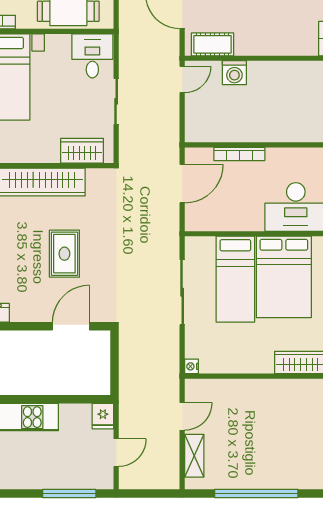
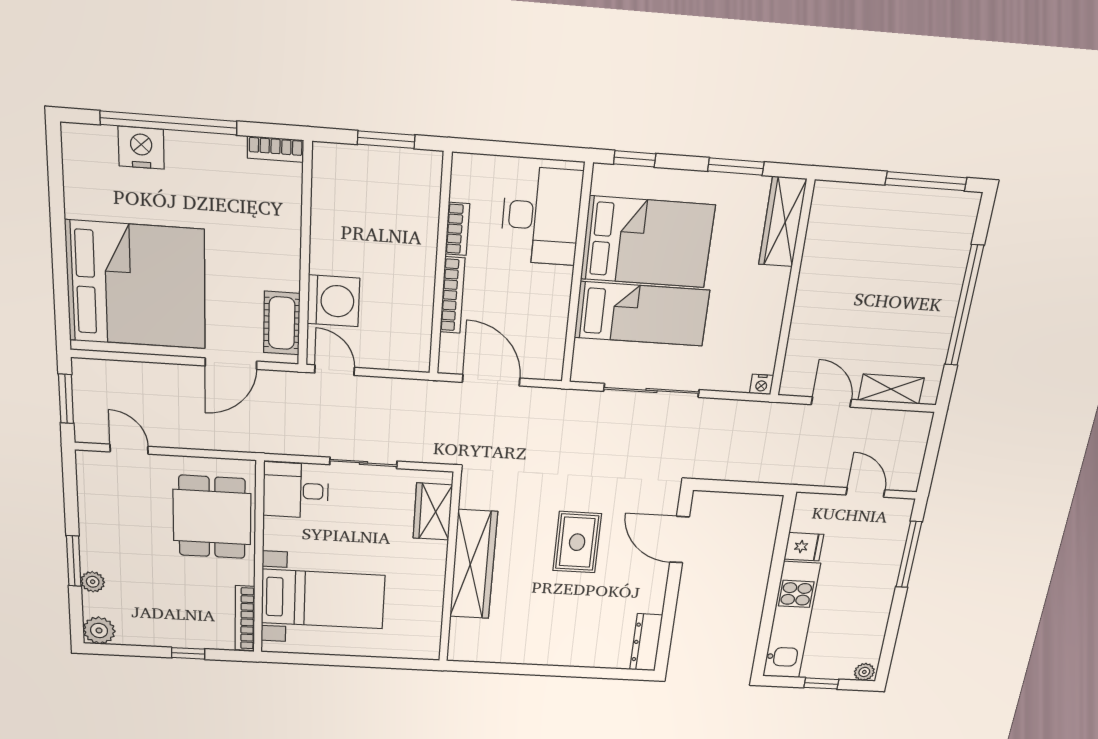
washing machine: (234, 73) -> (333, 301), width x1.37, depth x1.37
bookcase: (283, 154) -> (457, 229), added
rug: (64, 254) -> (577, 542), turned 90
fridge: (103, 416) -> (804, 547), moved

